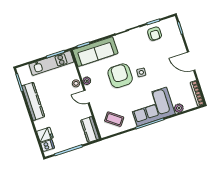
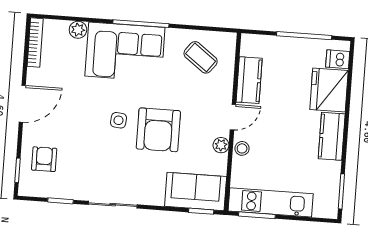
armchair: (155, 34) -> (44, 159), moved
sofa: (95, 52) -> (196, 191), width x0.73
door: (191, 61) -> (22, 104), hinge flipped
door: (87, 97) -> (233, 117), hinge flipped
kitchen counter: (33, 101) -> (332, 136), width x0.67
kitchen counter: (90, 130) -> (249, 80), moved
fridge: (45, 135) -> (329, 90), width x1.88, depth x1.34

